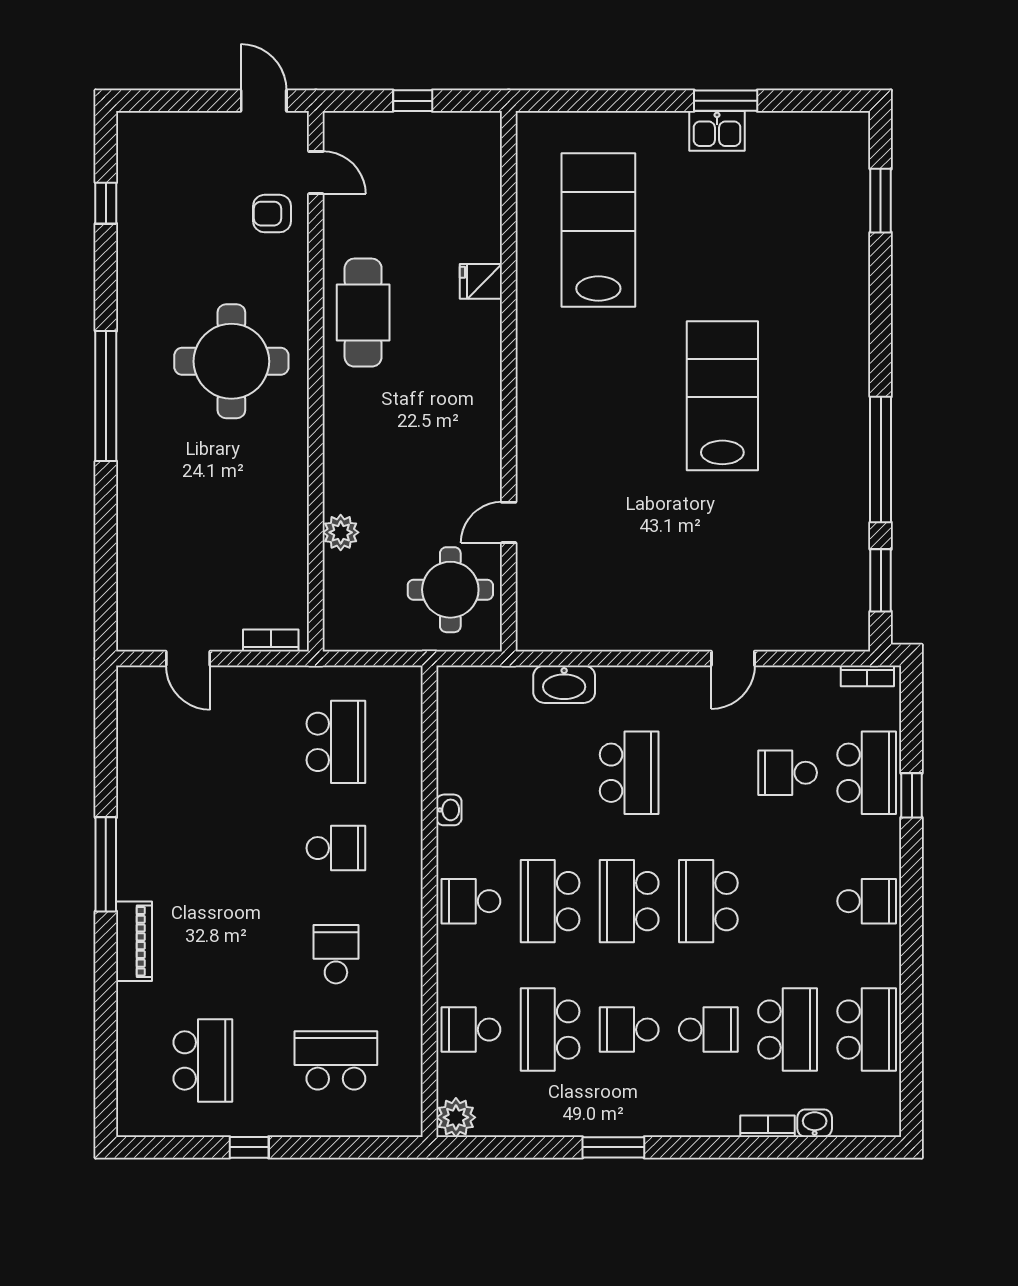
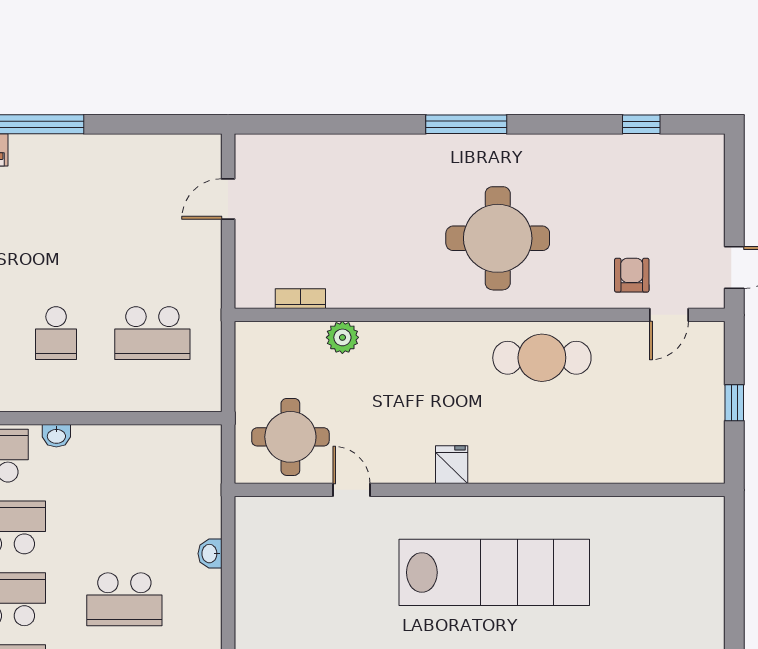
lab bench: (598, 230) -> (494, 572), moved, width x1.36
fridge: (481, 281) -> (452, 465), moved
window: (106, 396) -> (466, 124), width x0.68
bookcase: (271, 640) -> (300, 299), moved, turned -90
washbasin: (564, 684) -> (210, 554), width x0.52, depth x0.69
washbasin: (449, 810) -> (56, 436), moved

